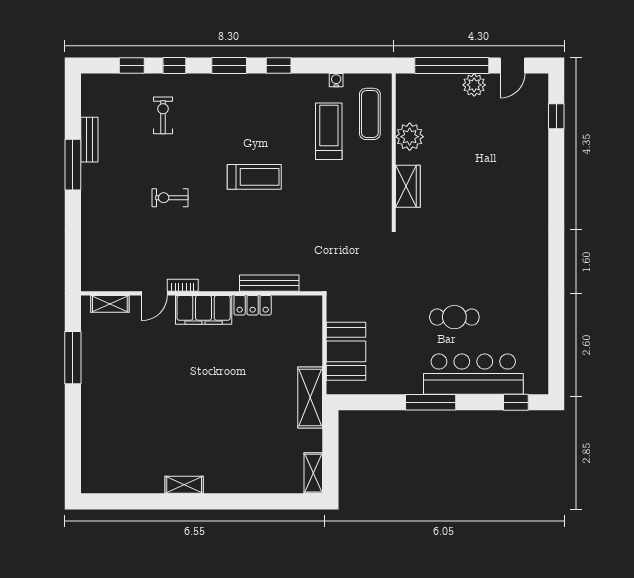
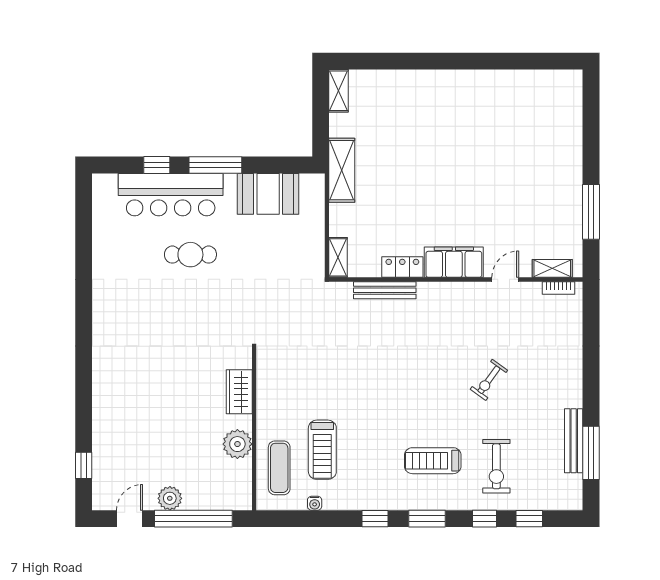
exercise bike: (163, 115) -> (496, 466), width x1.38, depth x1.39
bench: (89, 140) -> (574, 441), width x1.36
window: (73, 165) -> (591, 453), moved
treadmill: (254, 177) -> (433, 461), moved
exercise bike: (170, 198) -> (489, 380), turned 126
bookcase: (183, 285) -> (558, 288), moved
booth: (346, 351) -> (268, 194), moved, turned 90
window: (516, 402) -> (157, 165), moved
shelving: (184, 485) -> (338, 257), moved, turned 90

